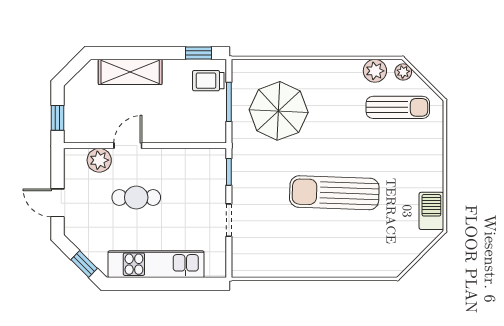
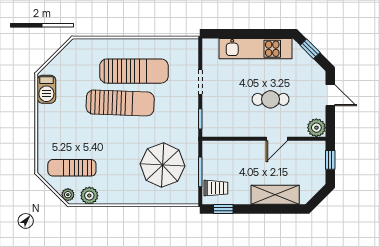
plant: (99, 160) -> (316, 128), moved
sun lounger: (316, 235) -> (134, 71), added

